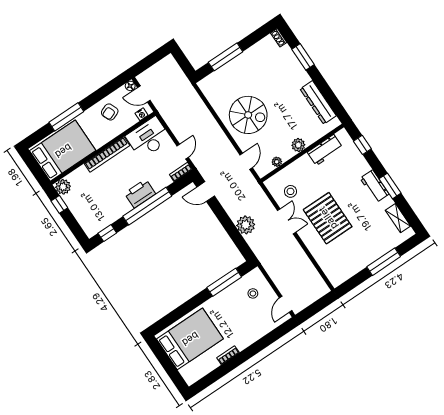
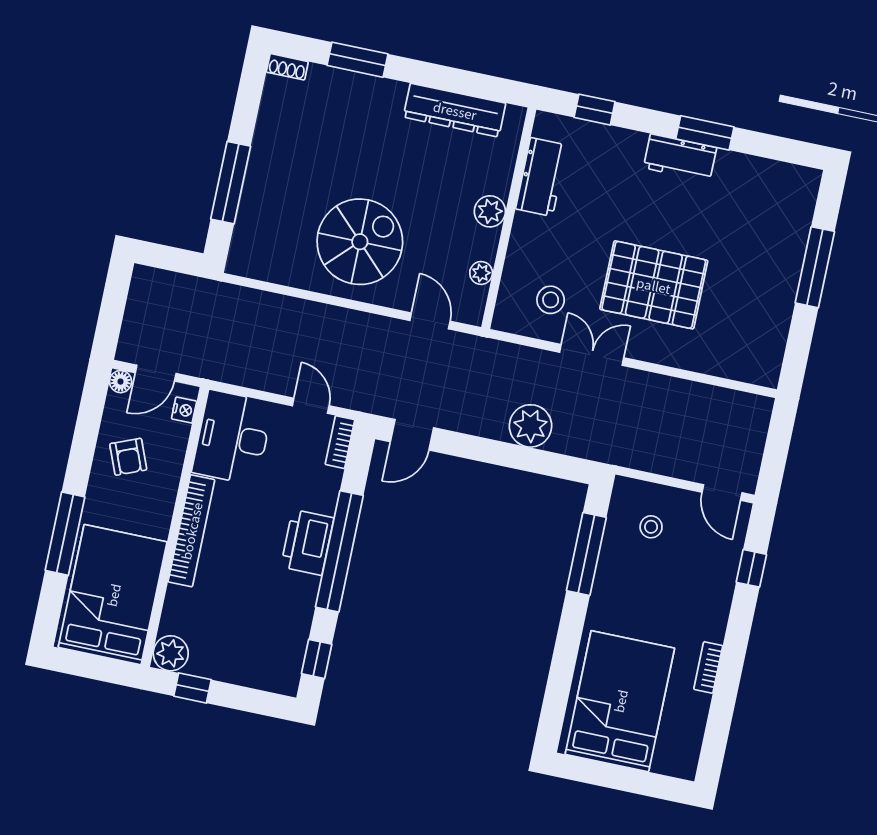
shelving: (398, 218) -> (769, 173), removed
window: (272, 337) -> (751, 568), added

